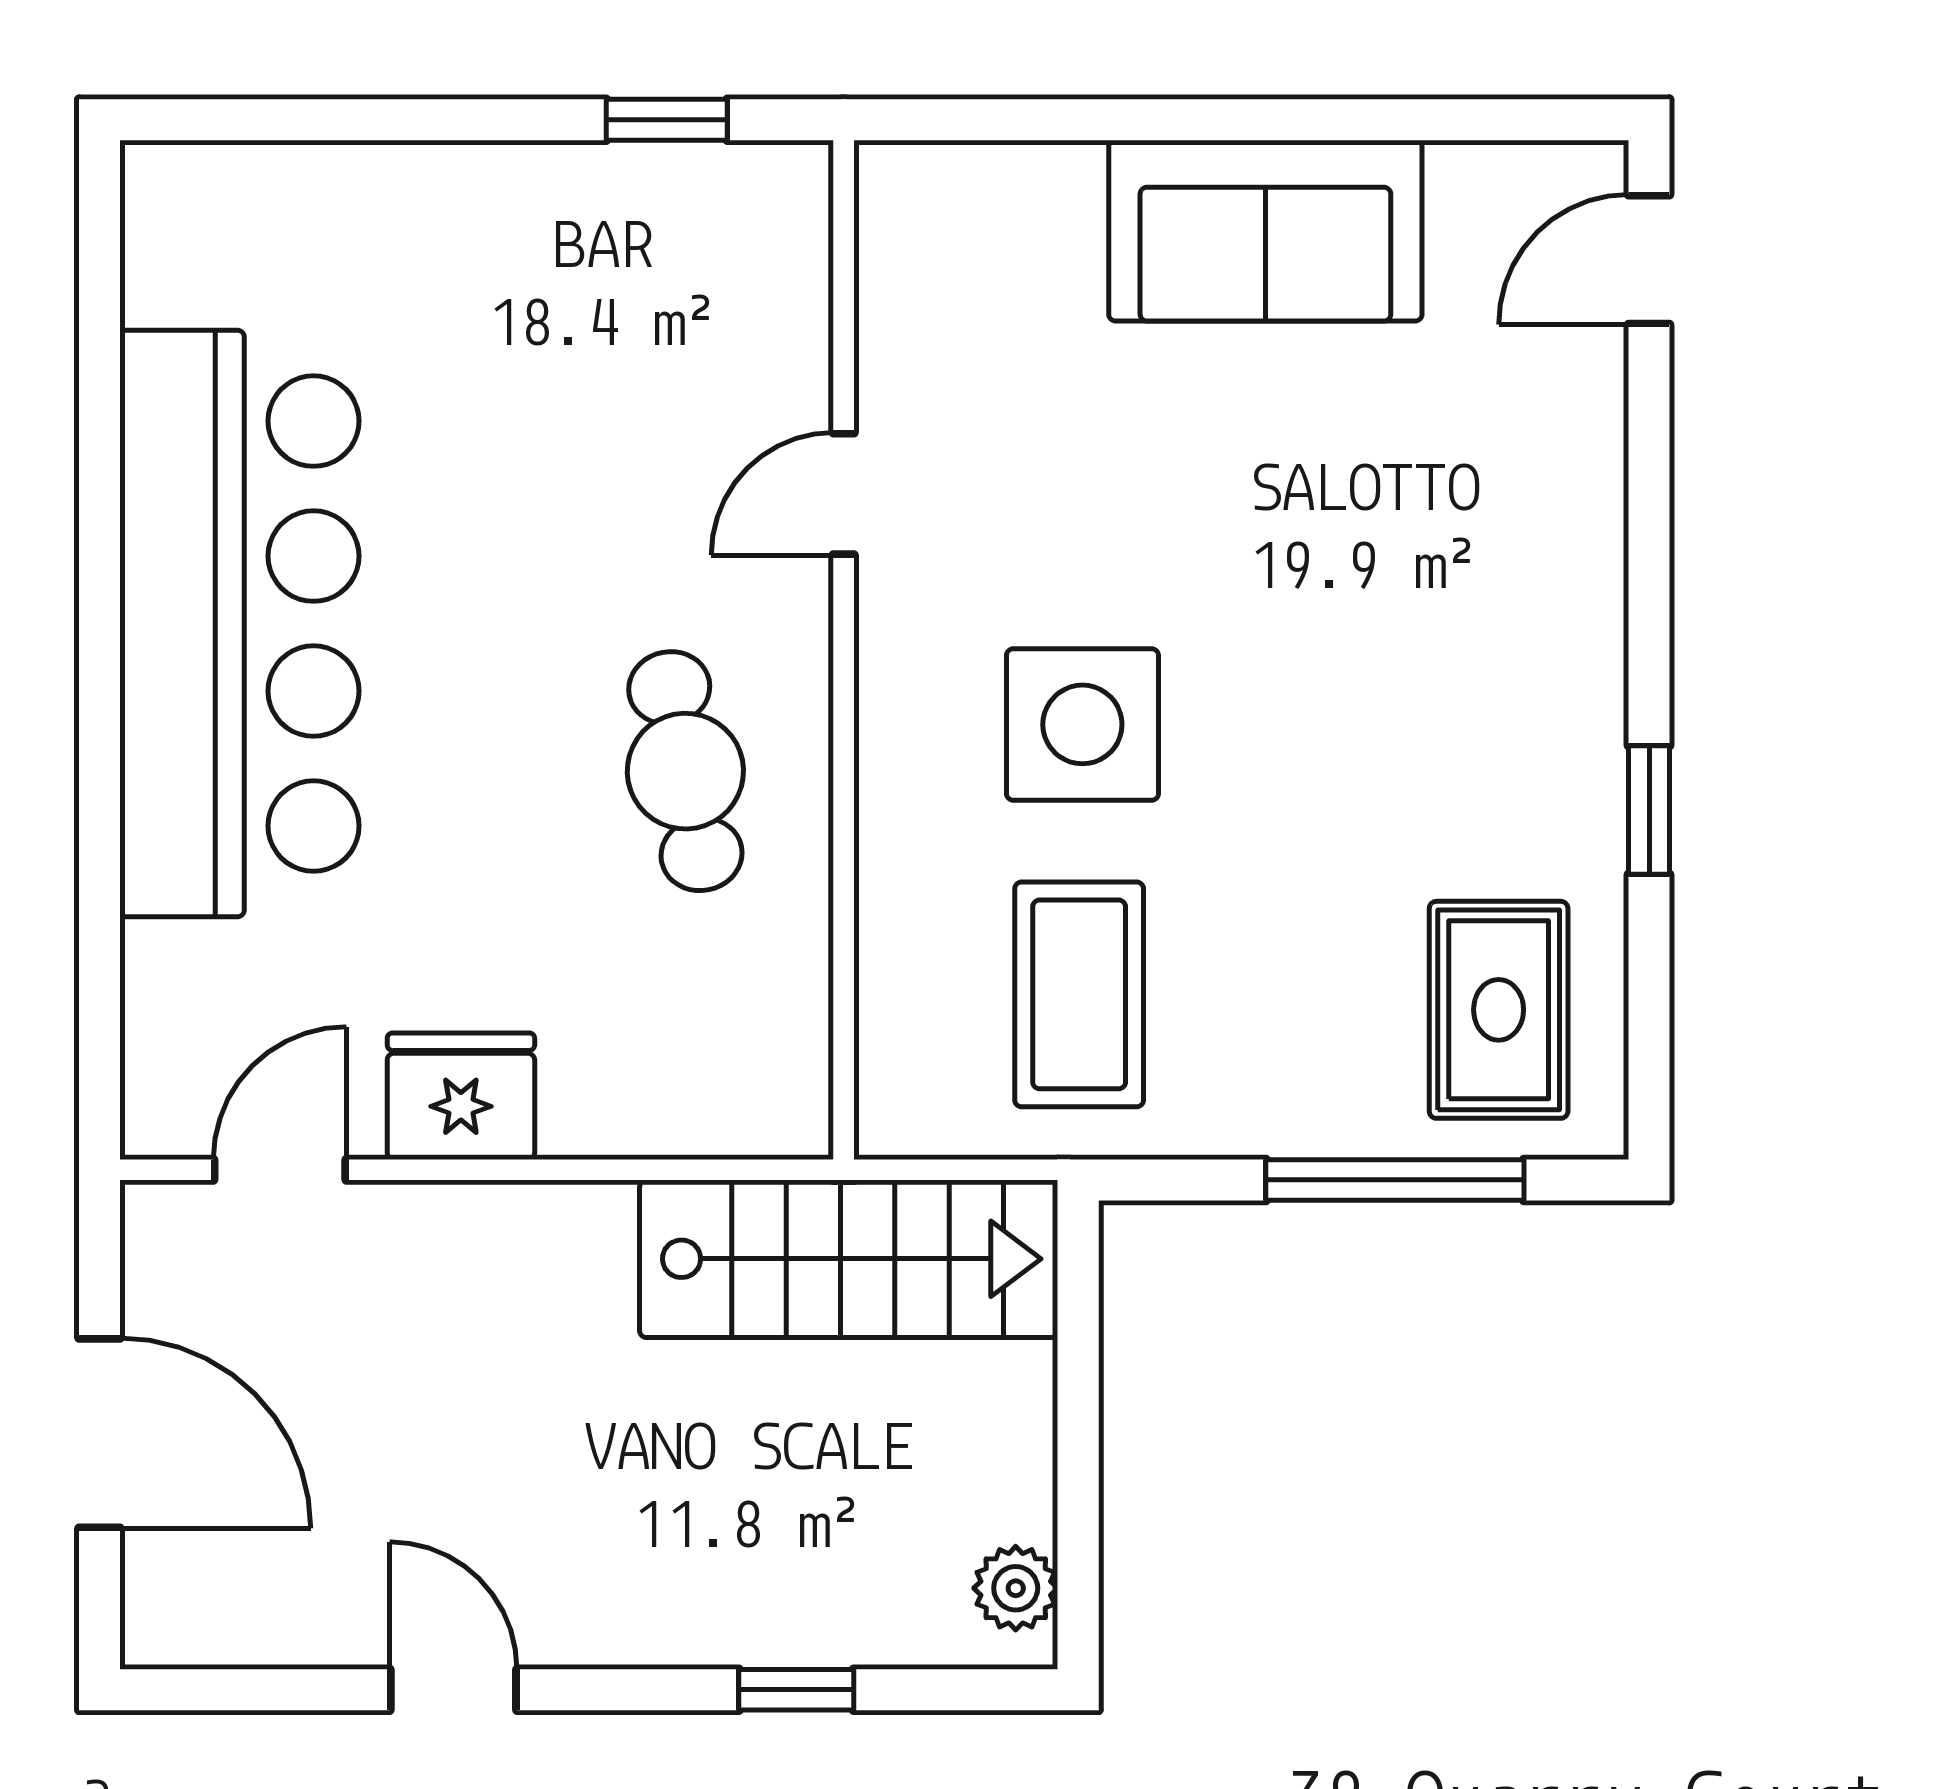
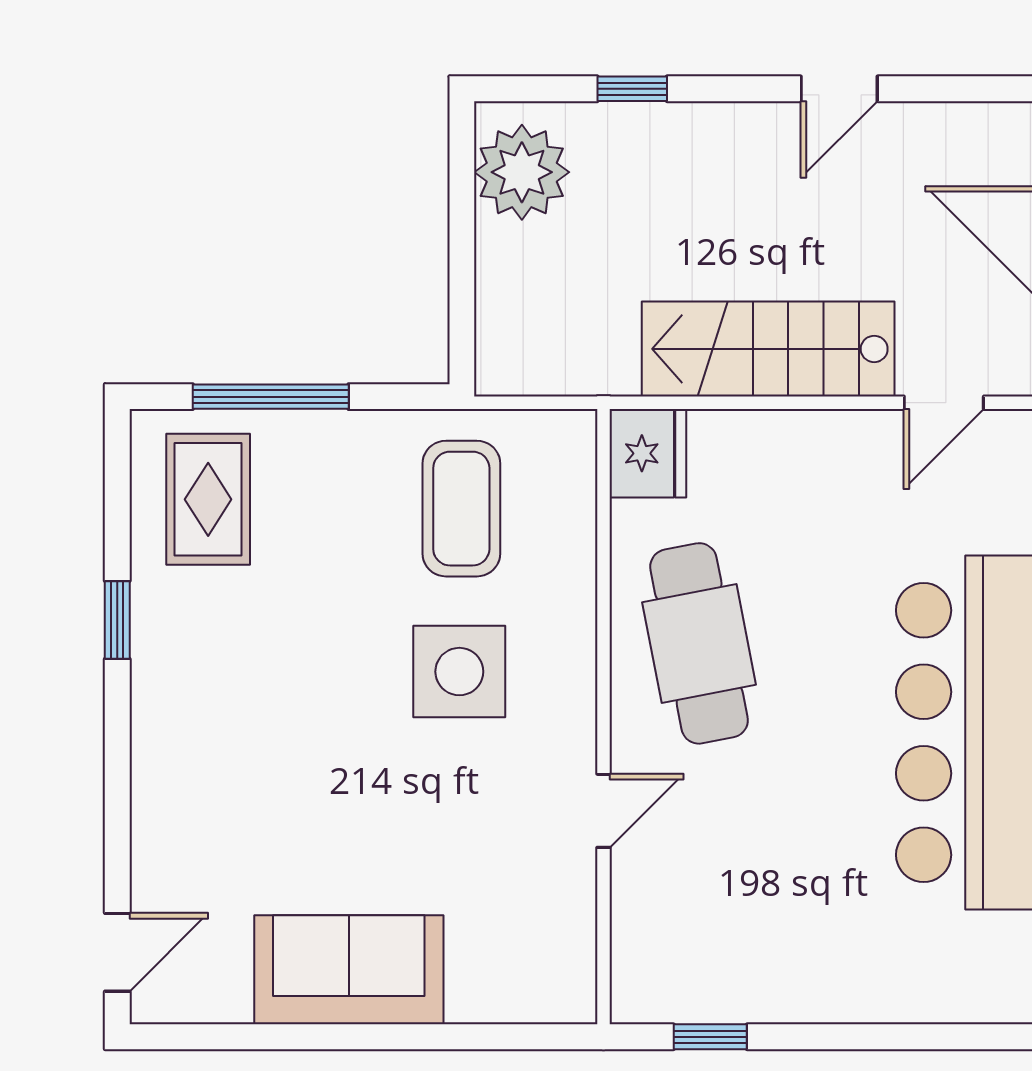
cafe table: (685, 771) -> (699, 643), width x1.37, depth x1.35
fridge: (461, 1096) -> (648, 453), moved, turned -90
stairs: (849, 1259) -> (768, 349), moved
plant: (1016, 1588) -> (522, 172), width x1.88, depth x1.88
door: (453, 1690) -> (839, 89), hinge flipped

